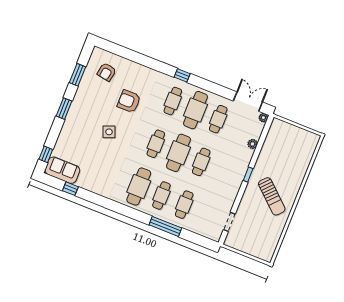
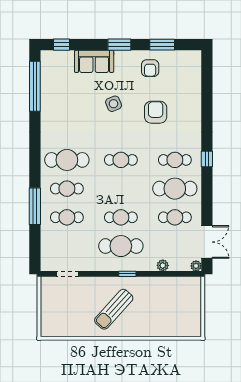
armchair: (107, 72) -> (150, 68), moved, turned -100
cafe table: (178, 153) -> (121, 246), moved
sofa: (62, 170) -> (94, 61), moved, turned 90
window: (70, 189) -> (35, 86), width x3.17

